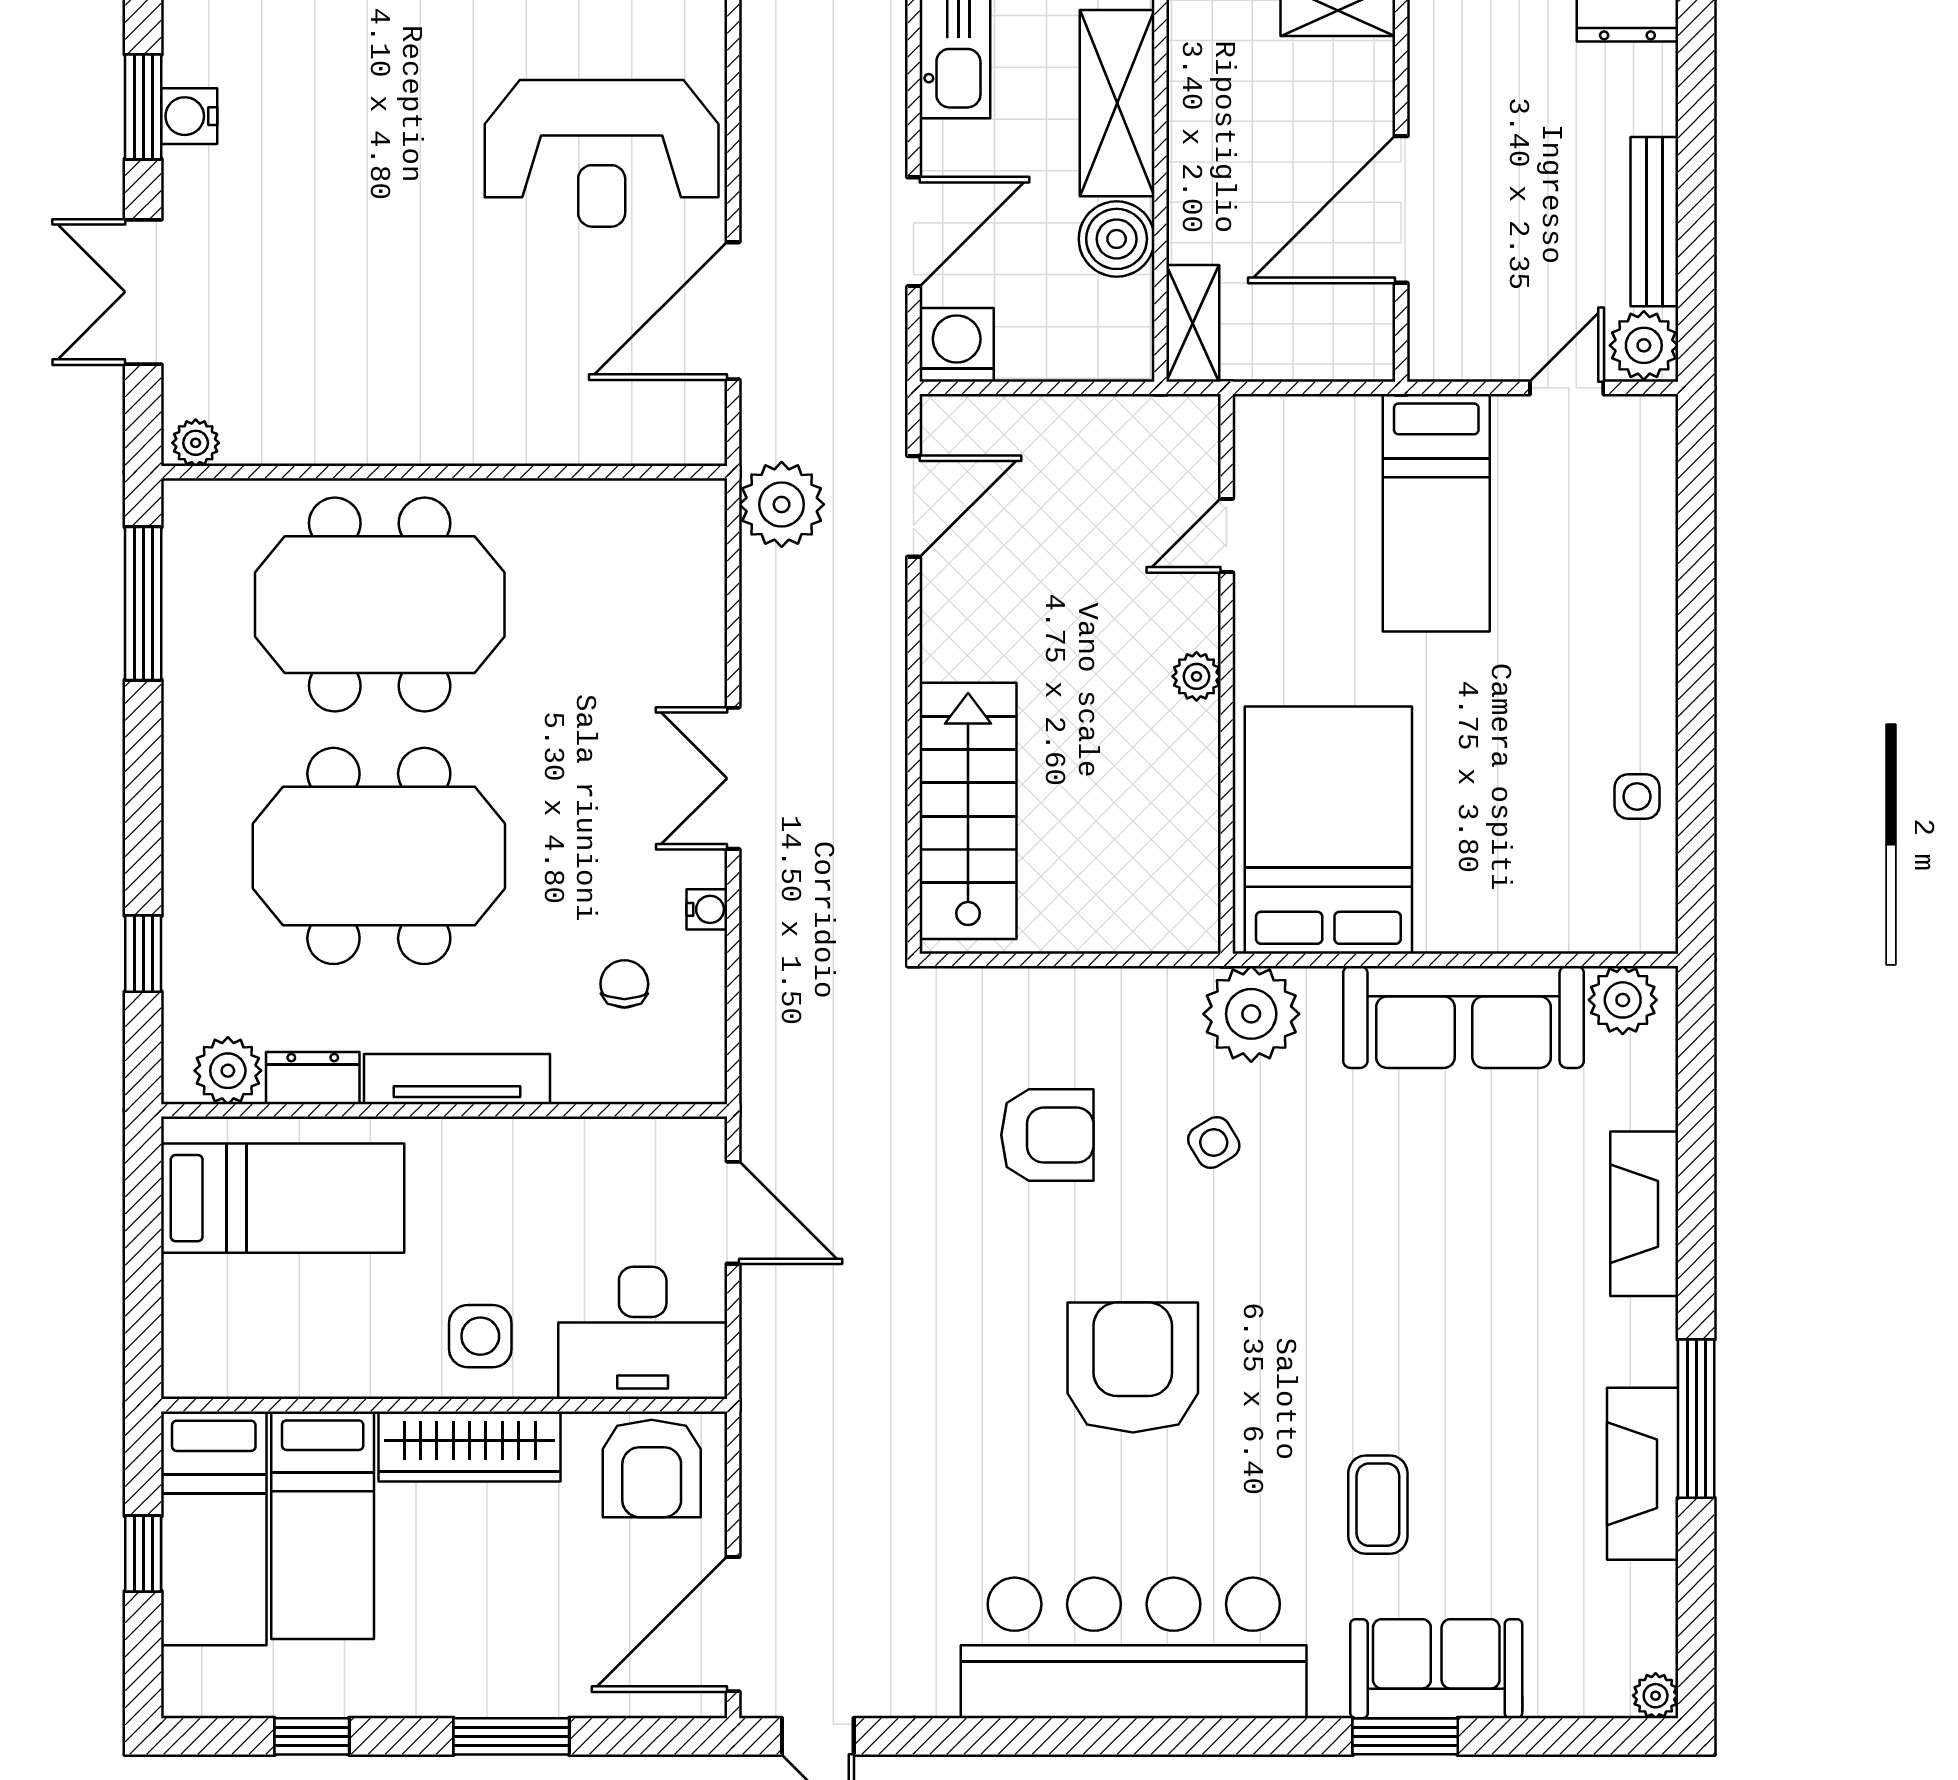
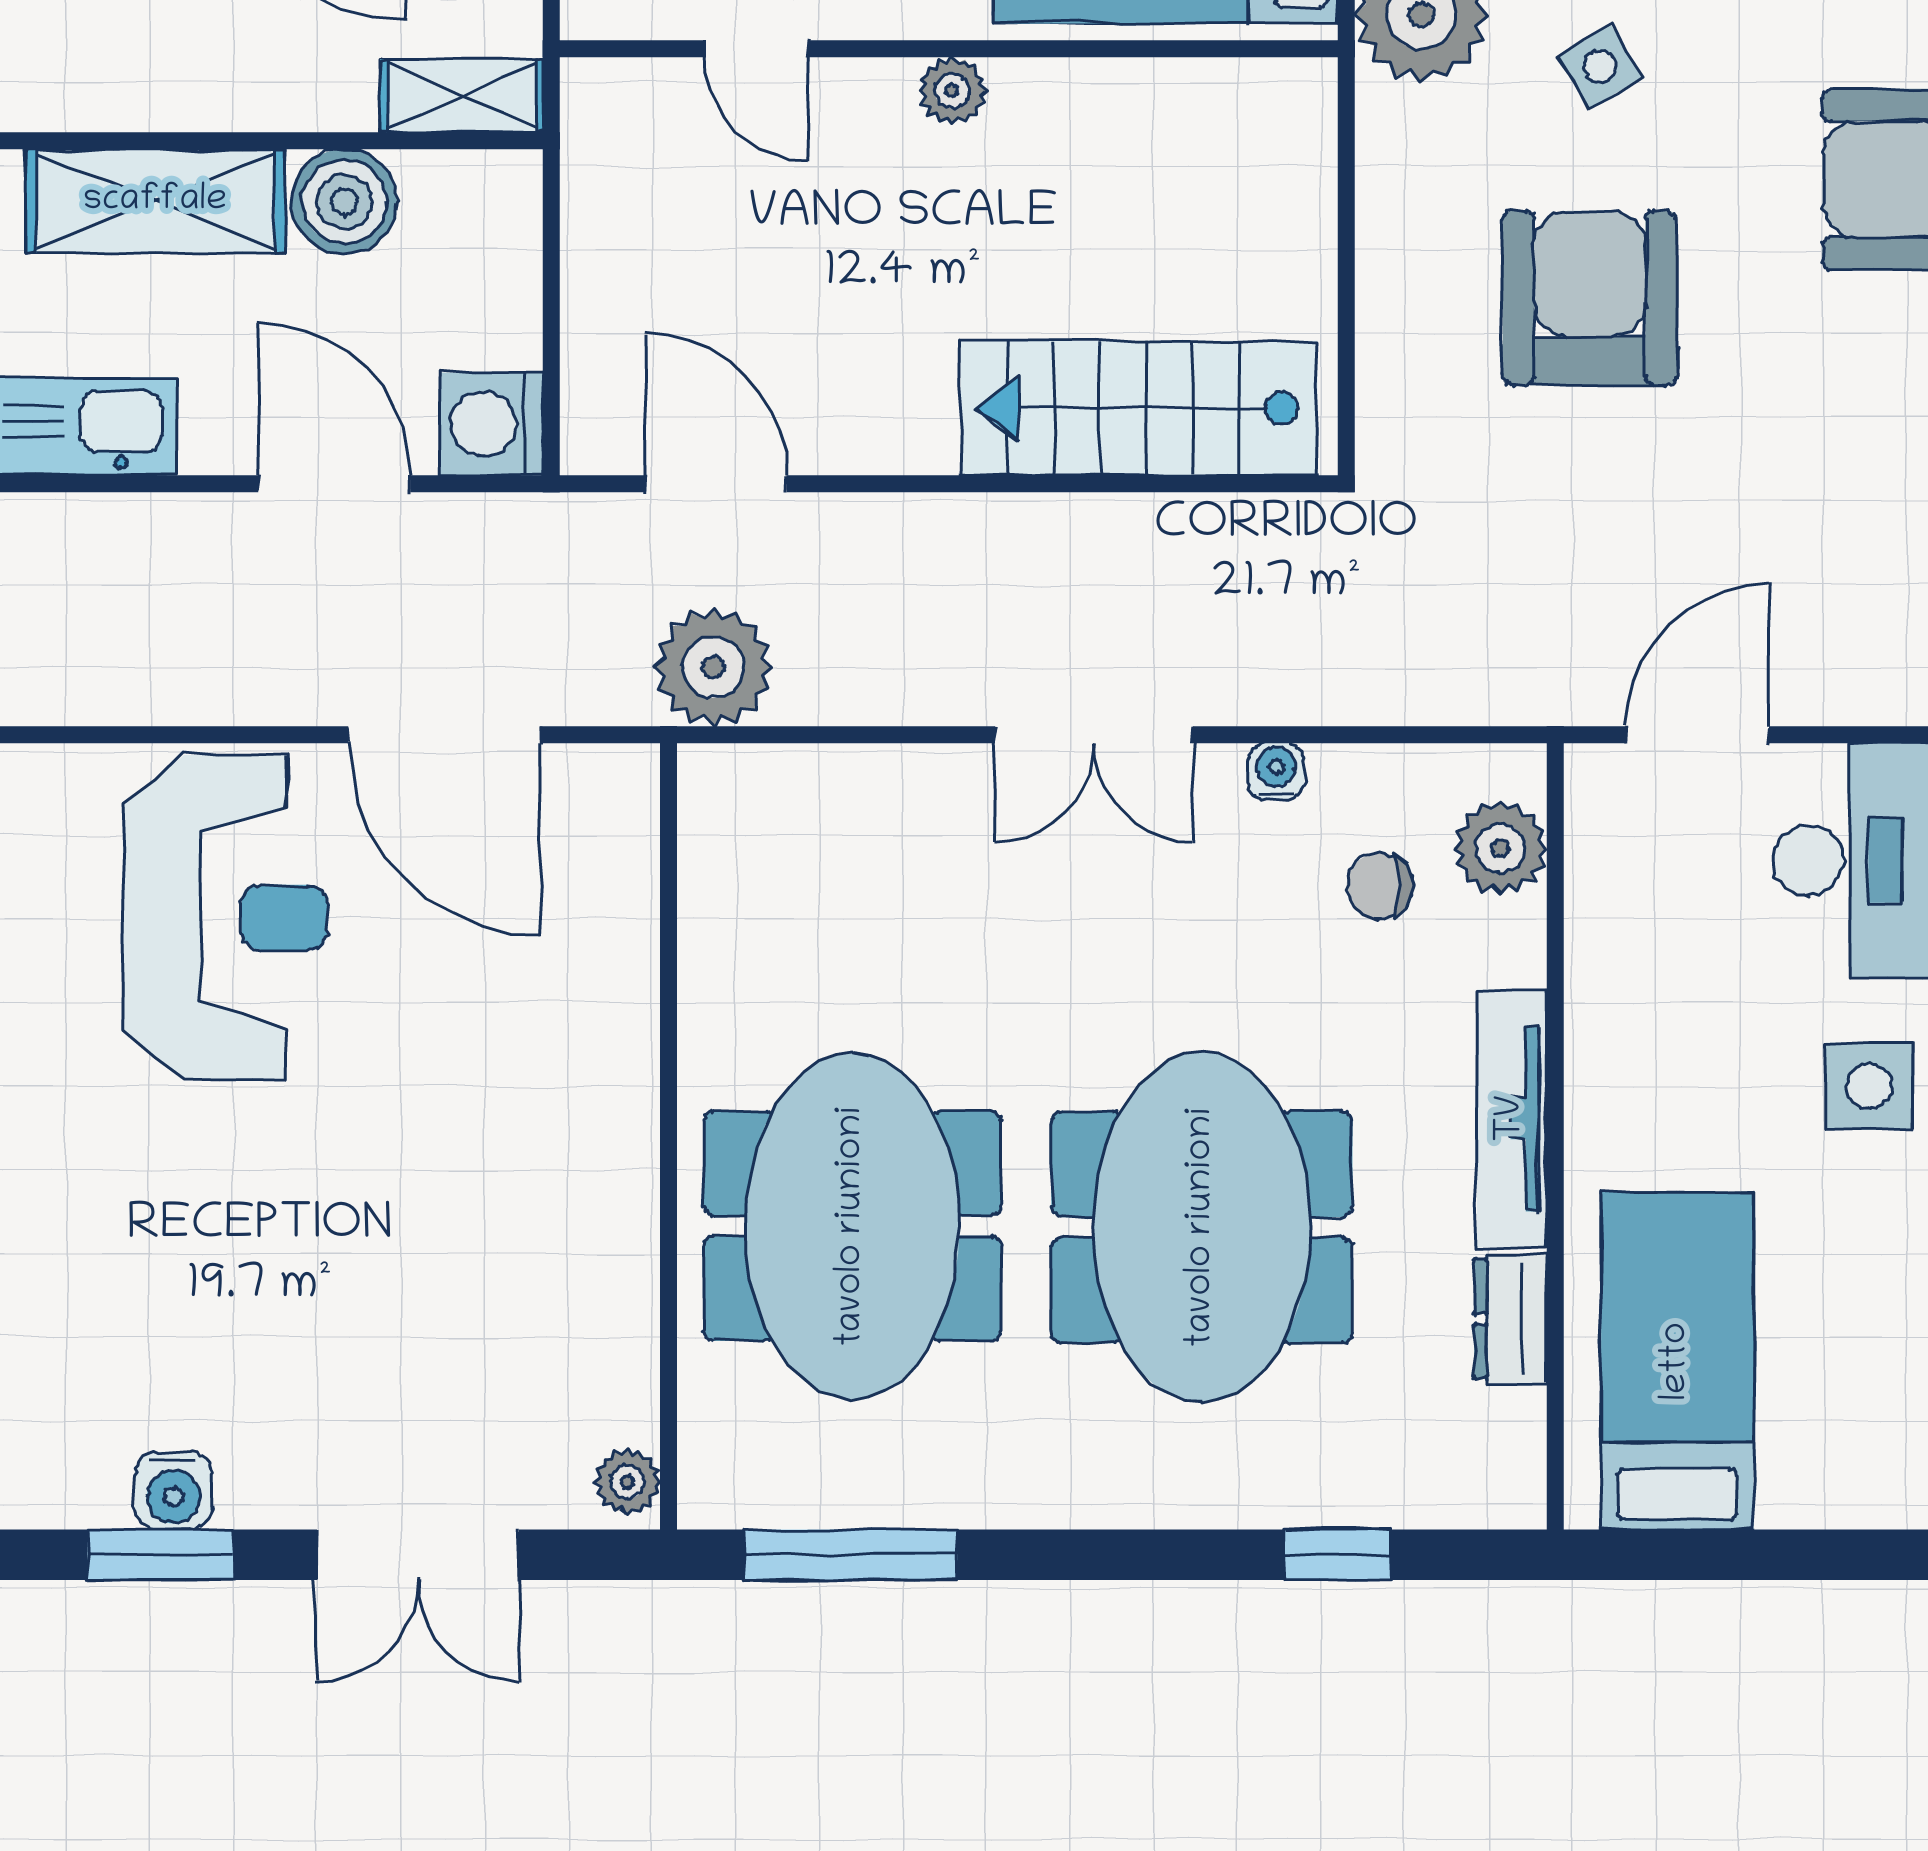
plant: (228, 1071) -> (1500, 848), moved
armchair: (1047, 1135) -> (1590, 298), width x1.36, depth x1.36

